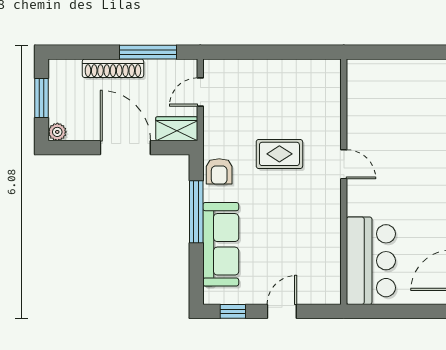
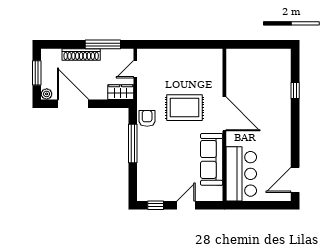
door: (125, 148) -> (73, 104), moved
rug: (279, 154) -> (184, 108), width x1.36, depth x1.43
door: (344, 164) -> (224, 114), width x1.88
armchair: (219, 171) -> (147, 118), turned 180
sofa: (221, 244) -> (212, 159), moved, turned 180

